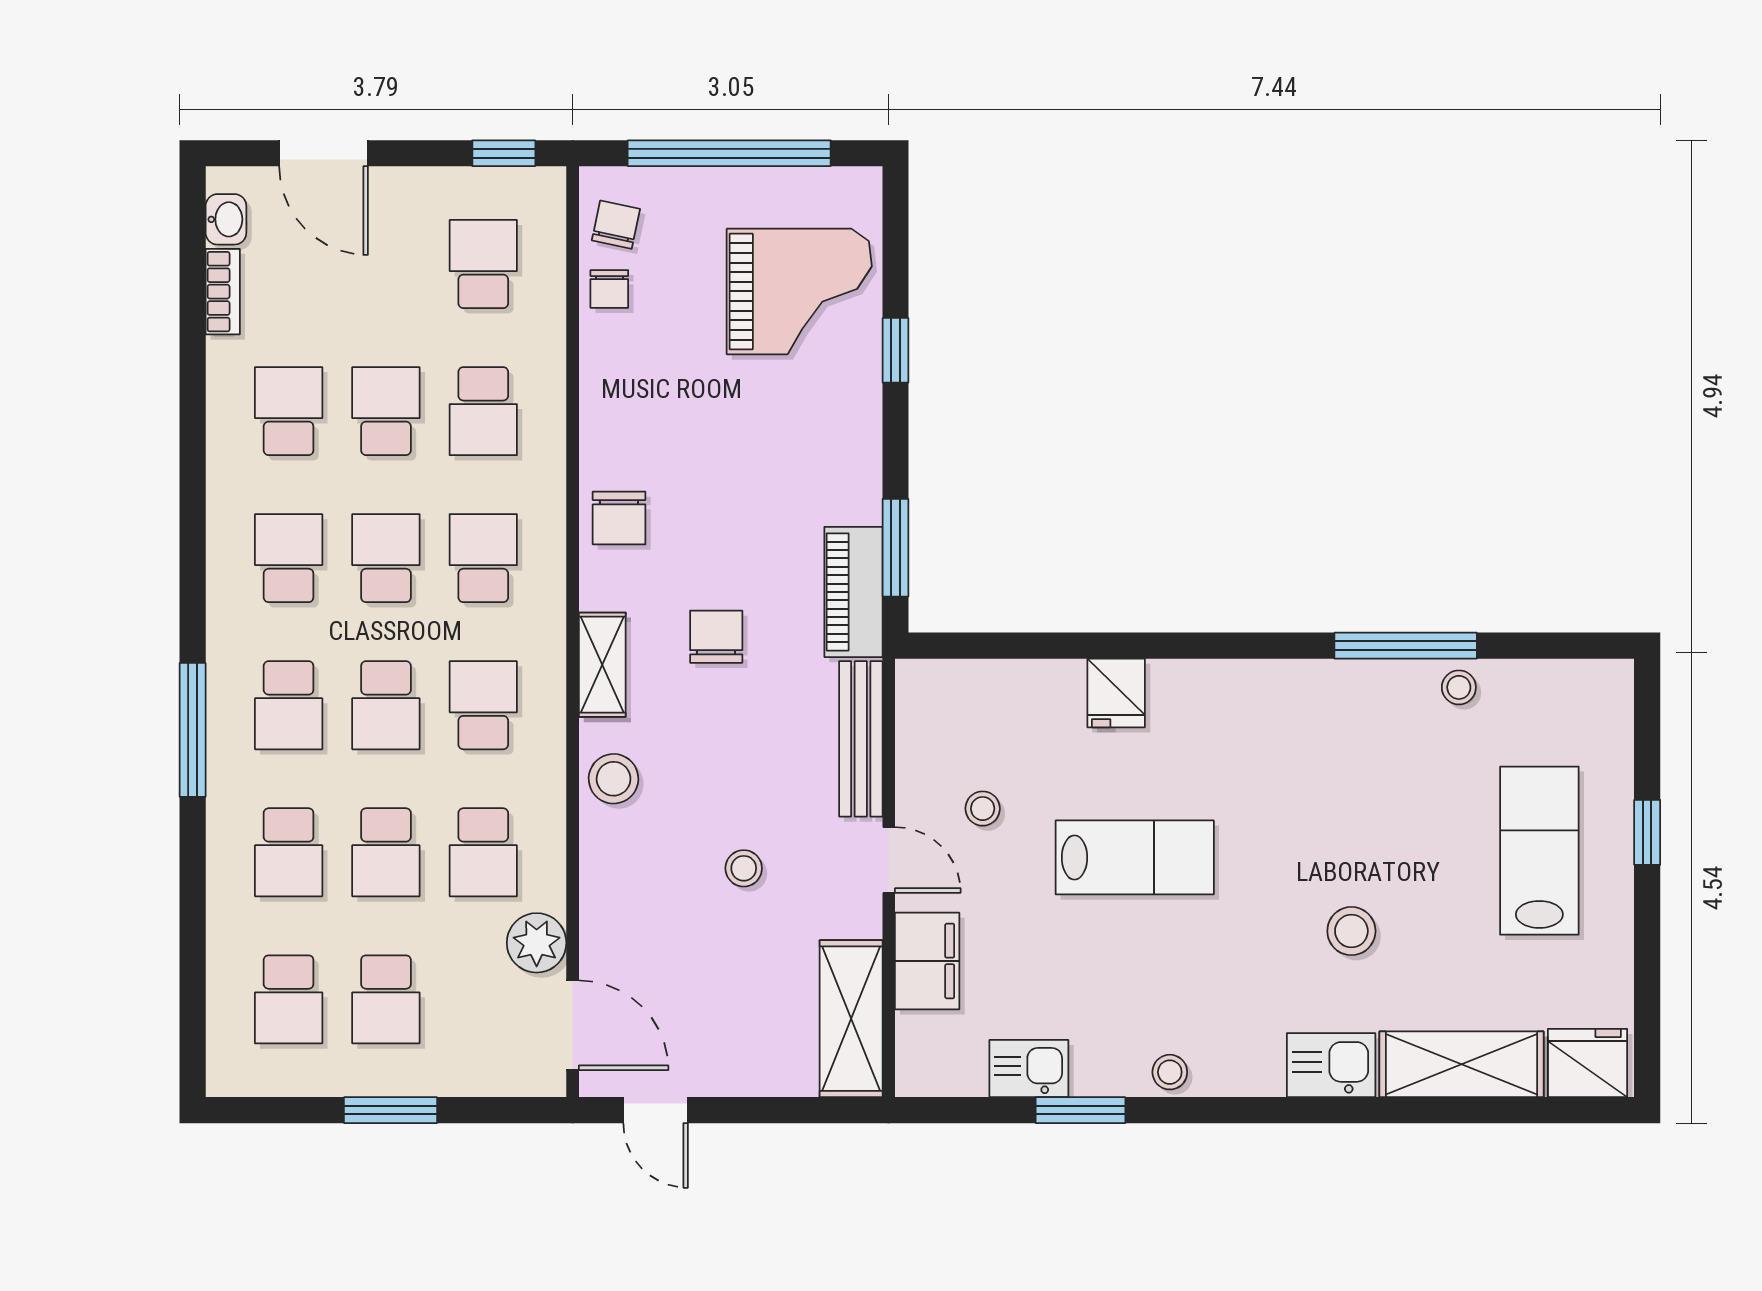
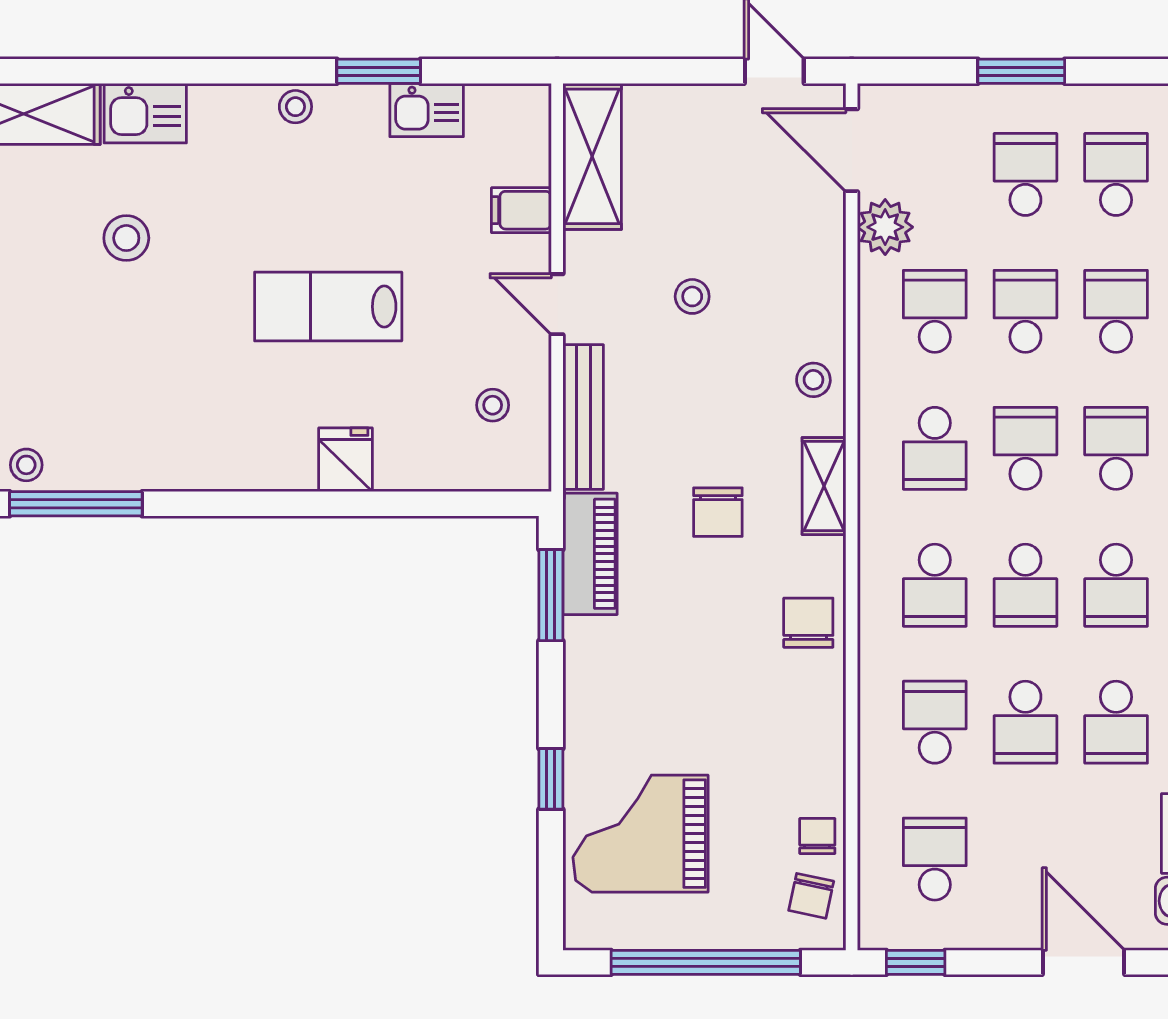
school desk: (483, 264) -> (935, 859), turned 180
stool: (614, 779) -> (813, 380), width x0.73, depth x0.73
stool: (983, 809) -> (493, 405), moved
filing cabinet: (927, 961) -> (521, 210), width x0.50

